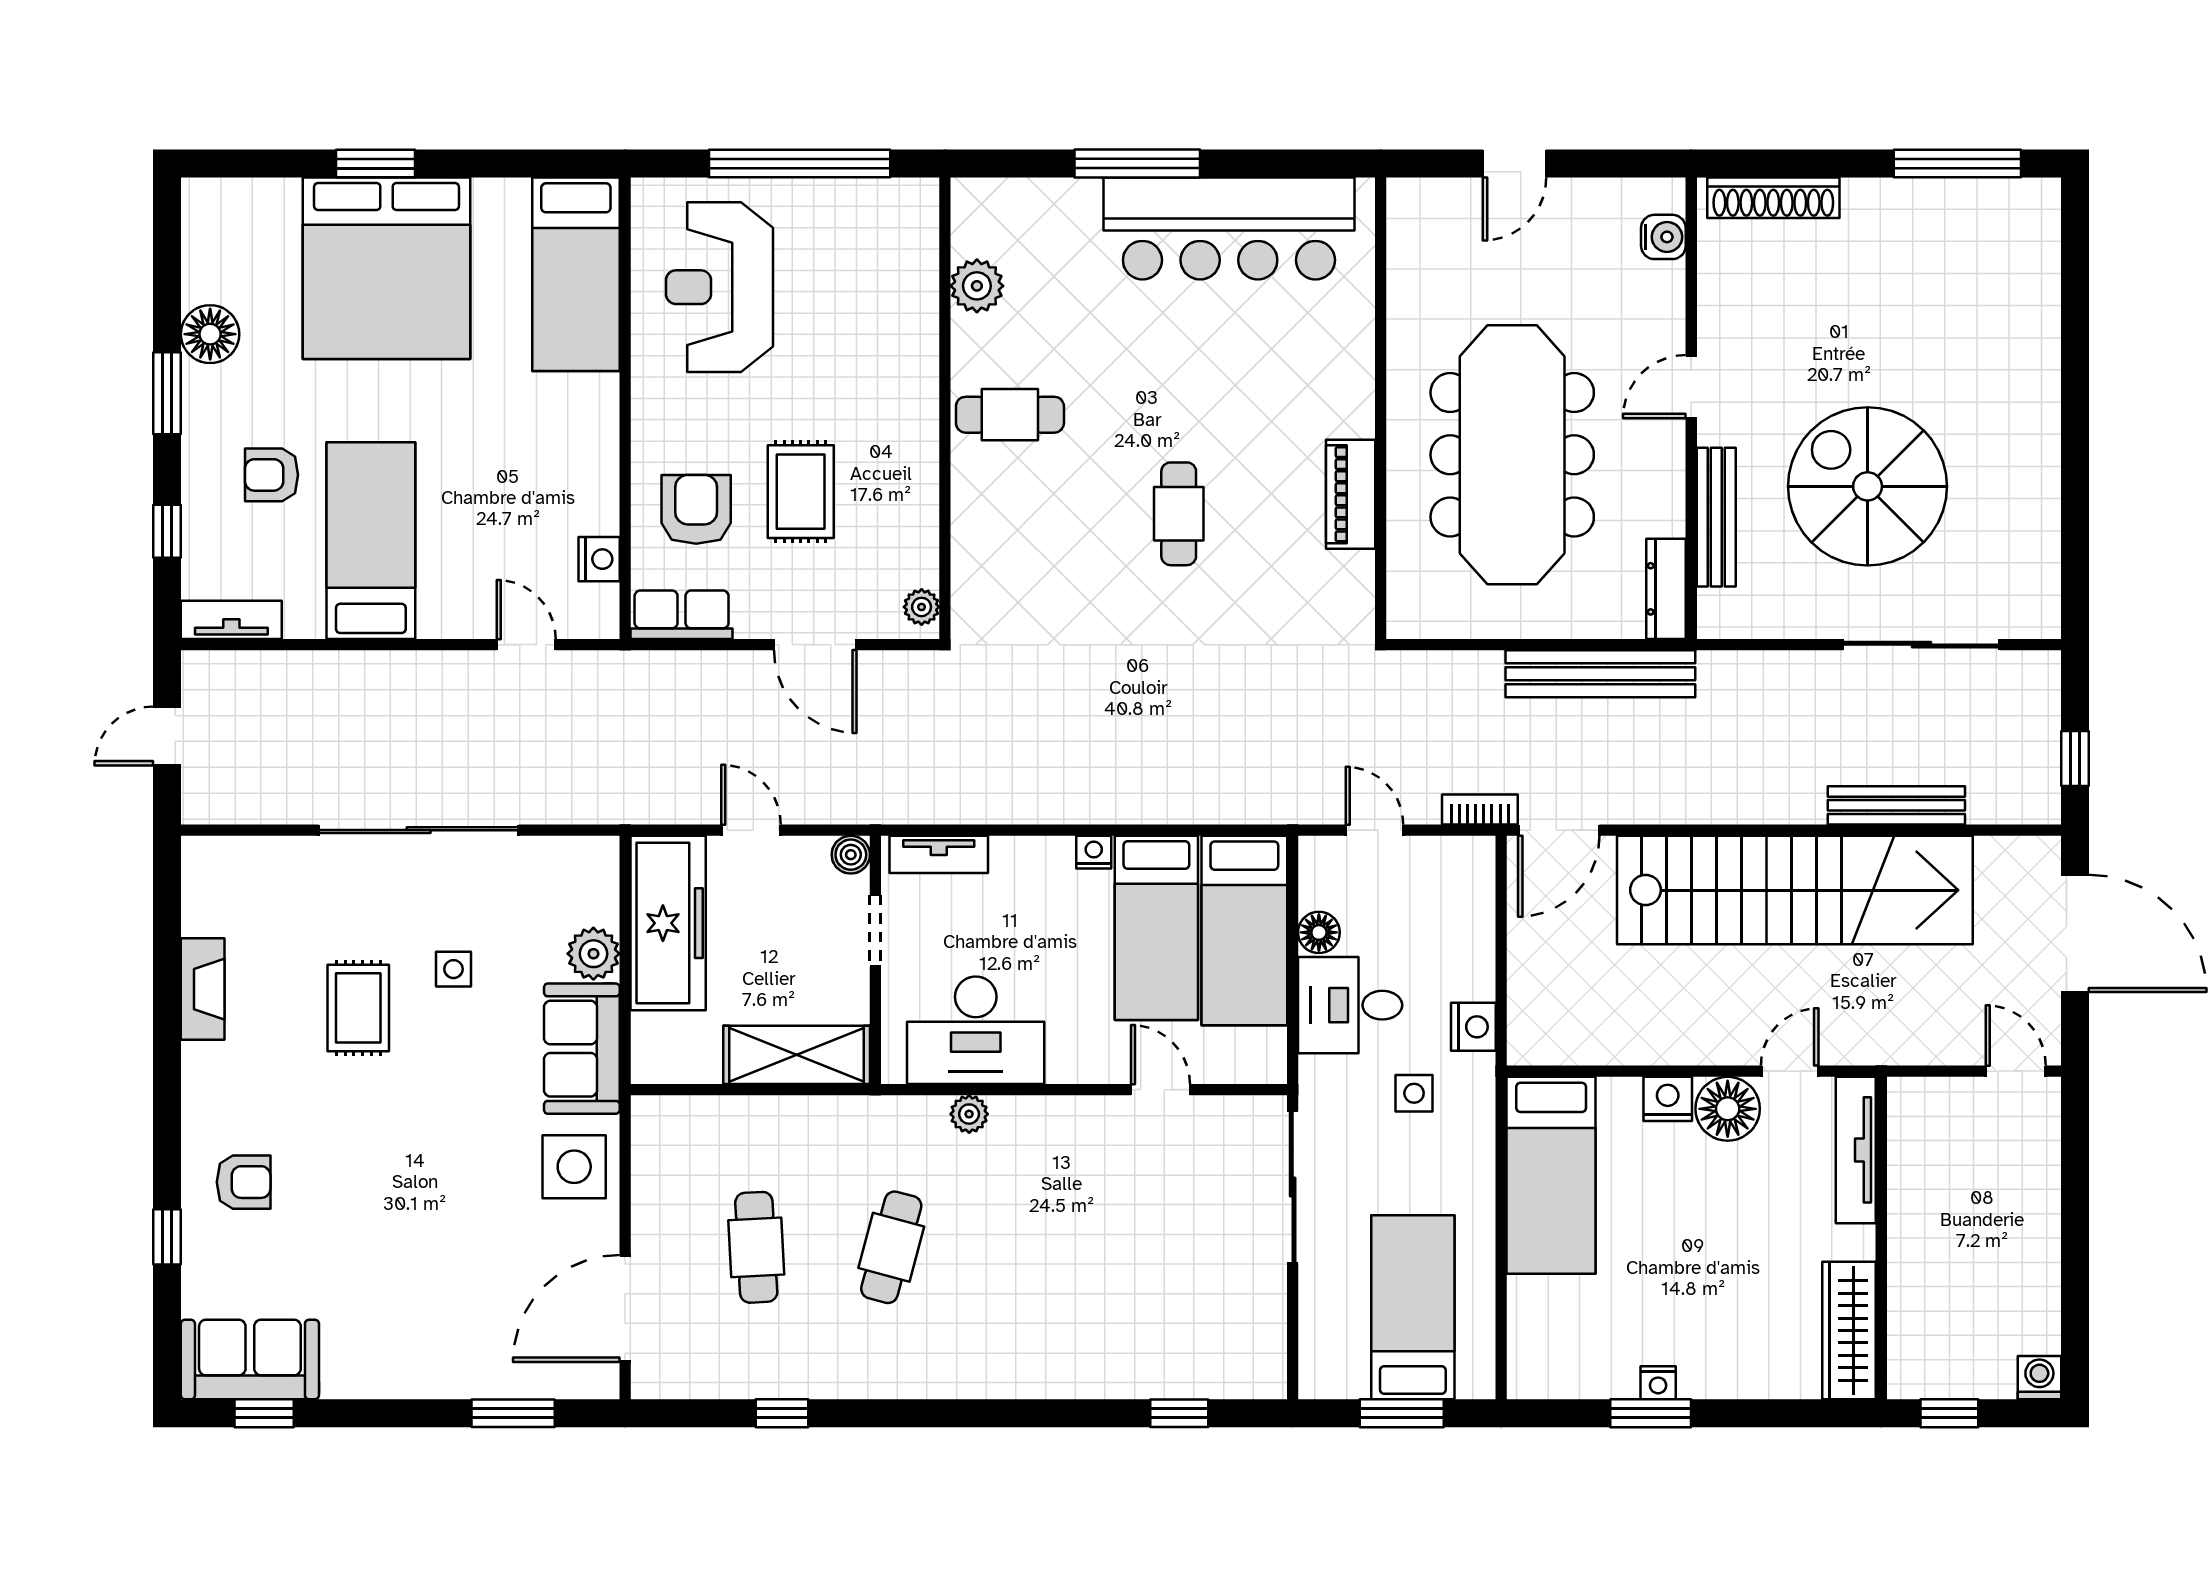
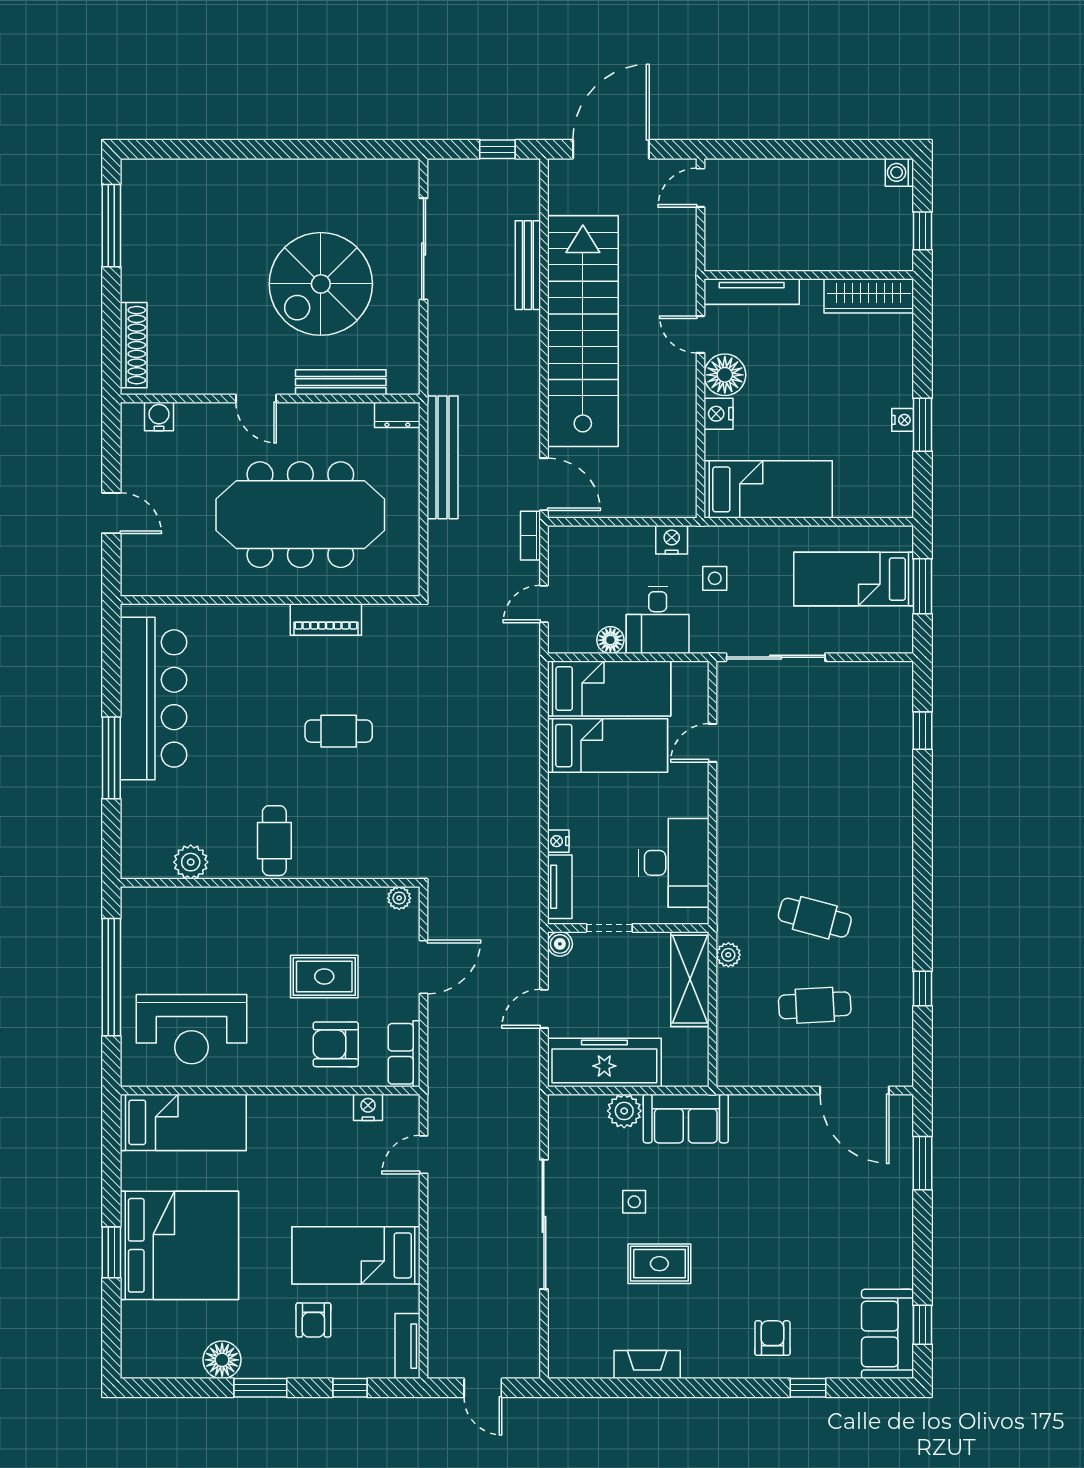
dresser: (1666, 589) -> (397, 415), width x0.70
nightstand: (1094, 852) -> (558, 841), moved
plant: (969, 1114) -> (728, 955), moved
side table: (574, 1167) -> (762, 1124), removed

